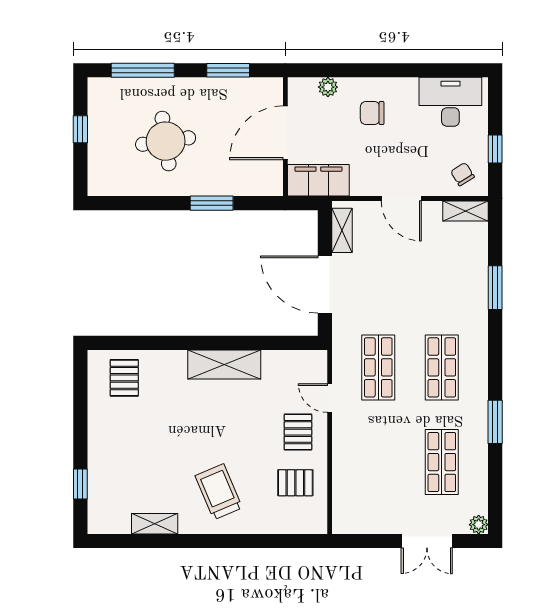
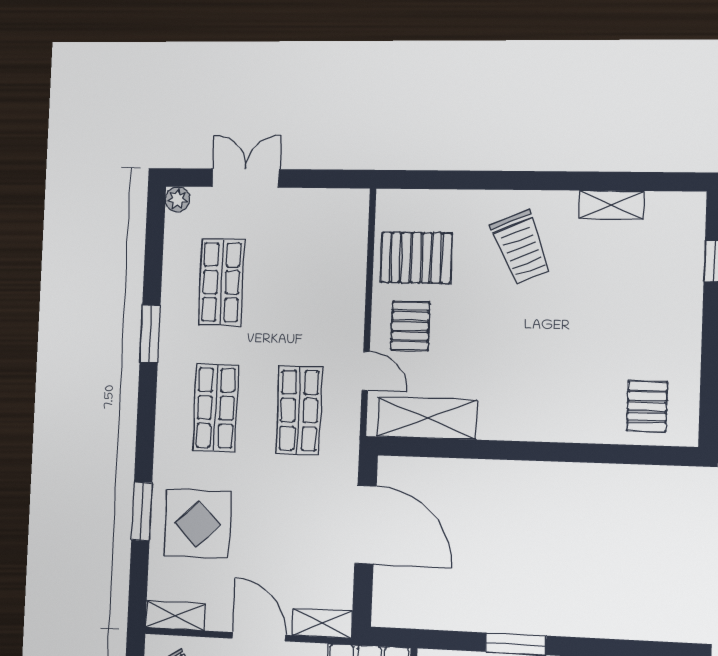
shelving: (342, 230) -> (322, 623), moved, turned 90
display table: (452, 280) -> (198, 524), added
shelving: (224, 364) -> (427, 418), moved
pallet: (295, 483) -> (416, 258), width x1.50, depth x1.42

